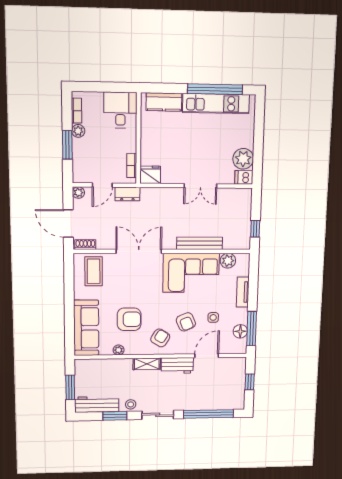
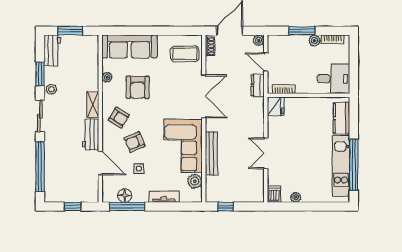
plant: (243, 159) -> (296, 197), width x0.53, depth x0.53
workbench: (97, 404) -> (52, 50), width x0.73

